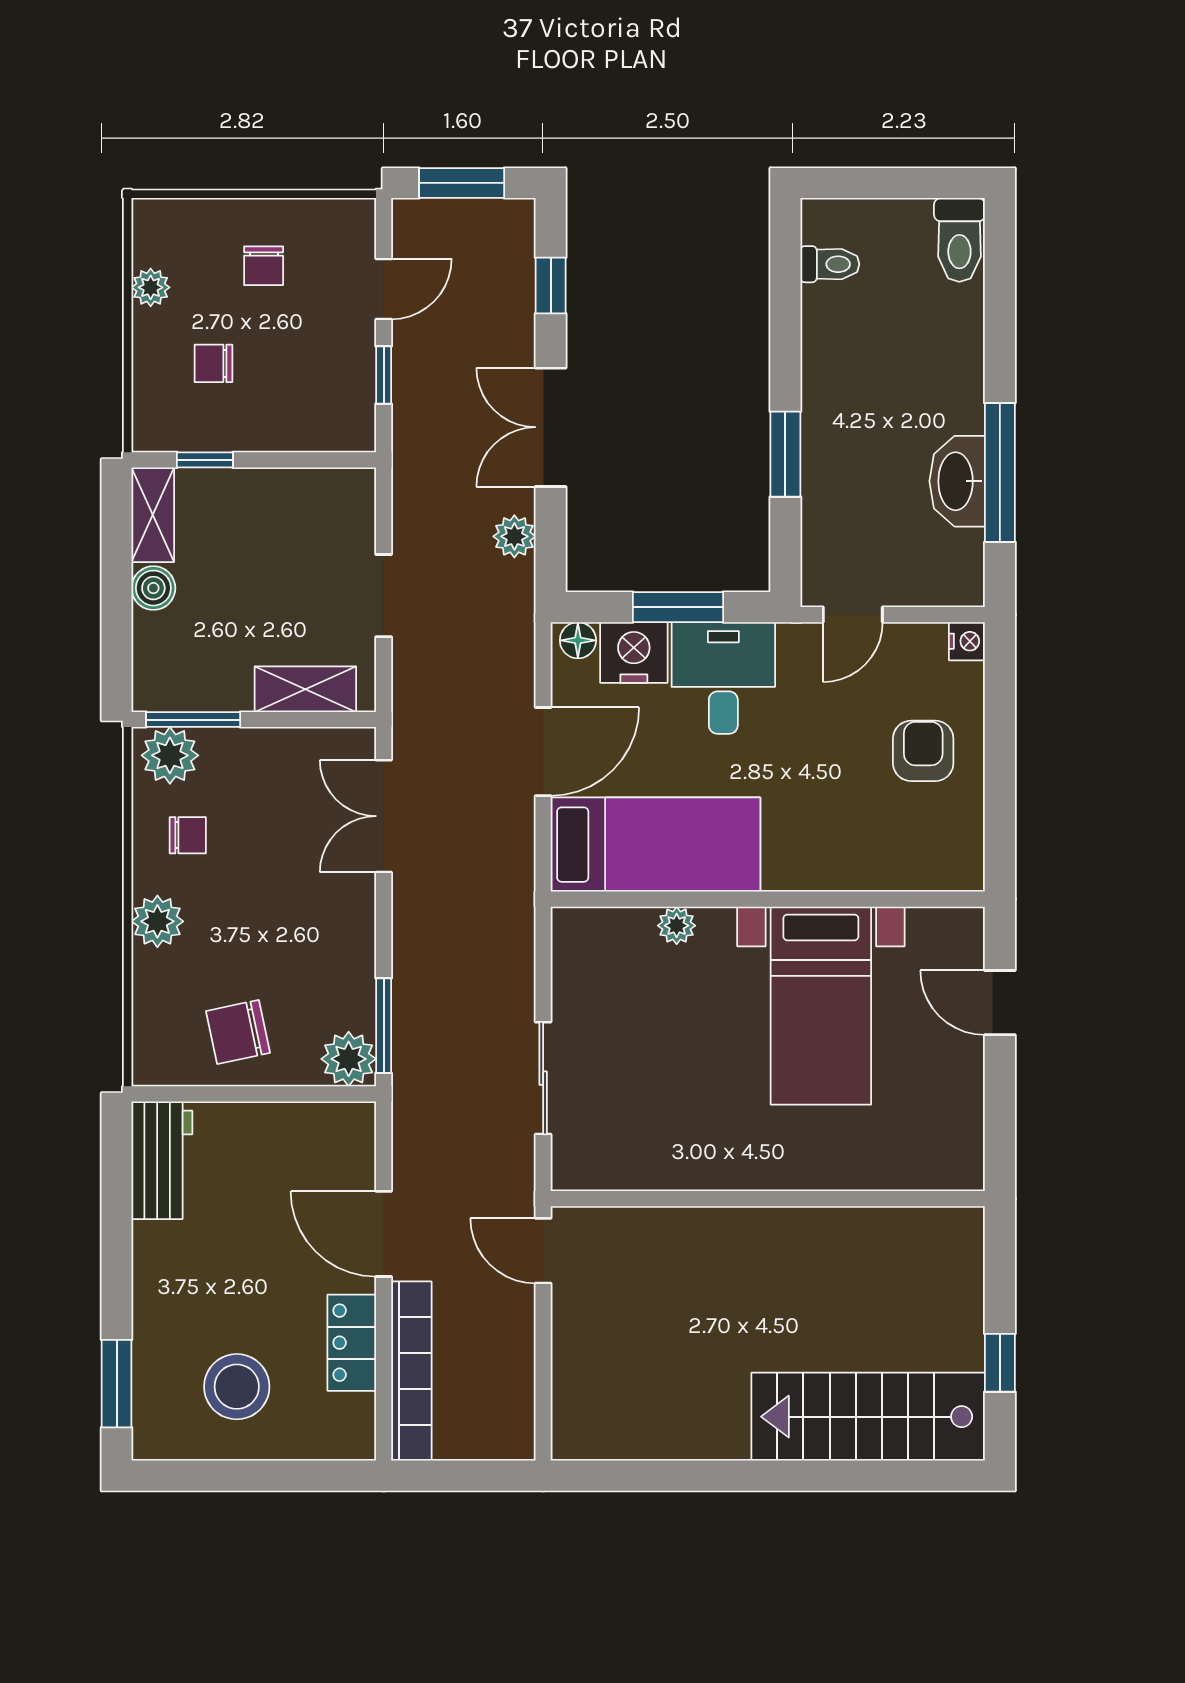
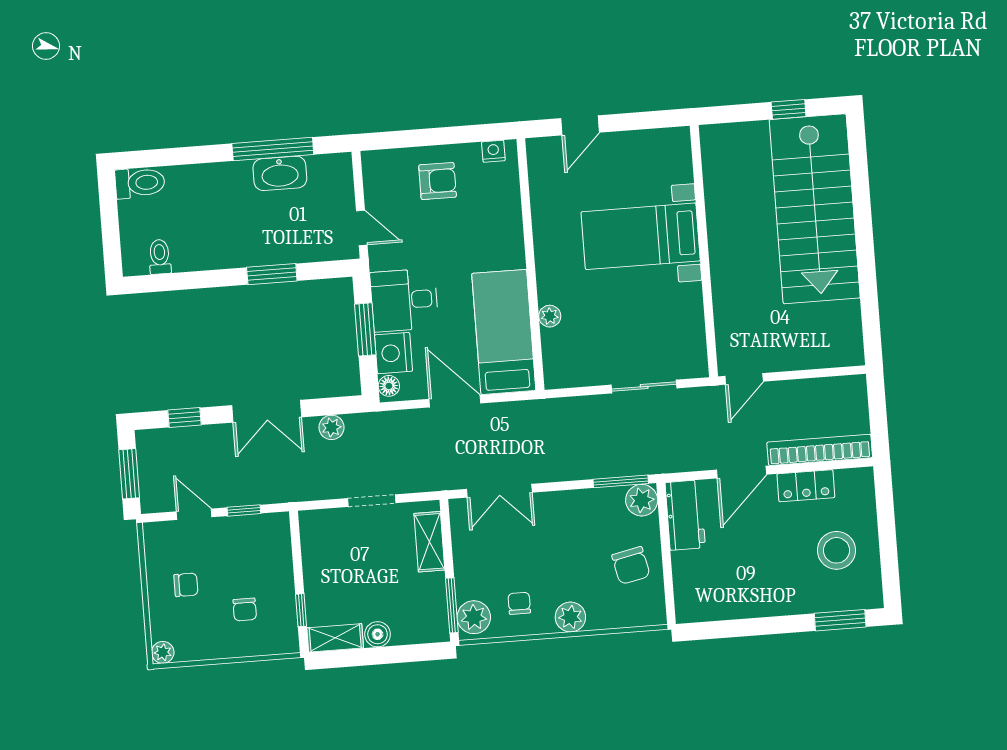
plant: (151, 287) -> (163, 652), moved
nightstand: (967, 641) -> (493, 151), moved
armchair: (923, 751) -> (438, 181), turned 180
bed with nightstands: (821, 1006) -> (641, 236), moved, turned 180
workbench: (162, 1160) -> (685, 515), moved, turned 90
stairs: (868, 1417) -> (815, 209), width x1.36, depth x1.51

